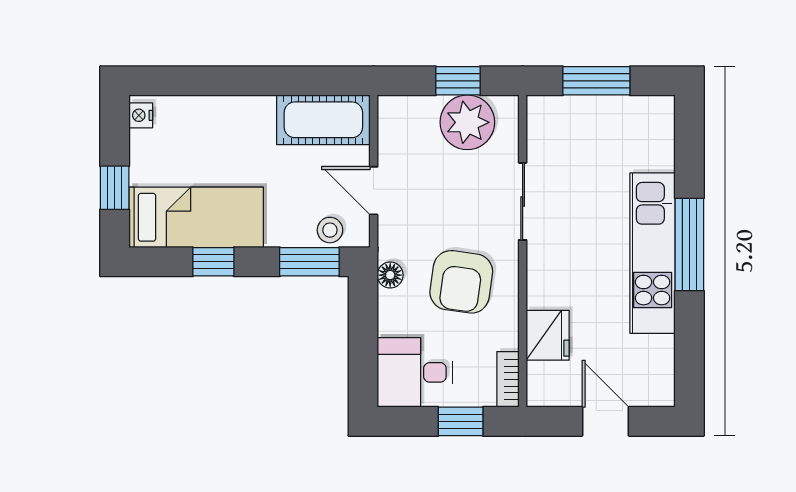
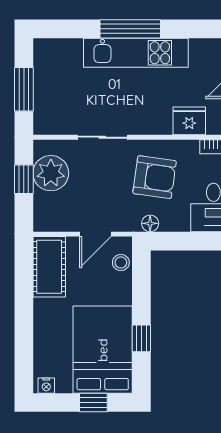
bed: (196, 217) -> (103, 350), width x1.50
window: (309, 262) -> (141, 276), removed

